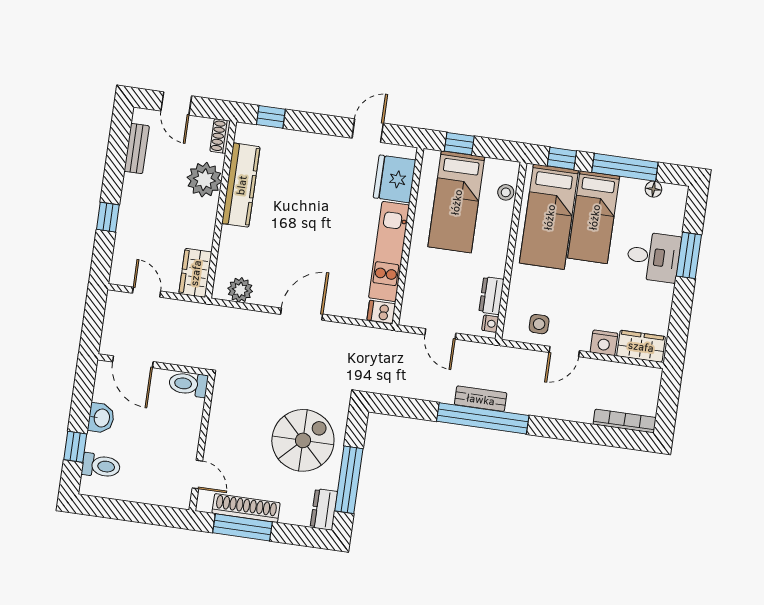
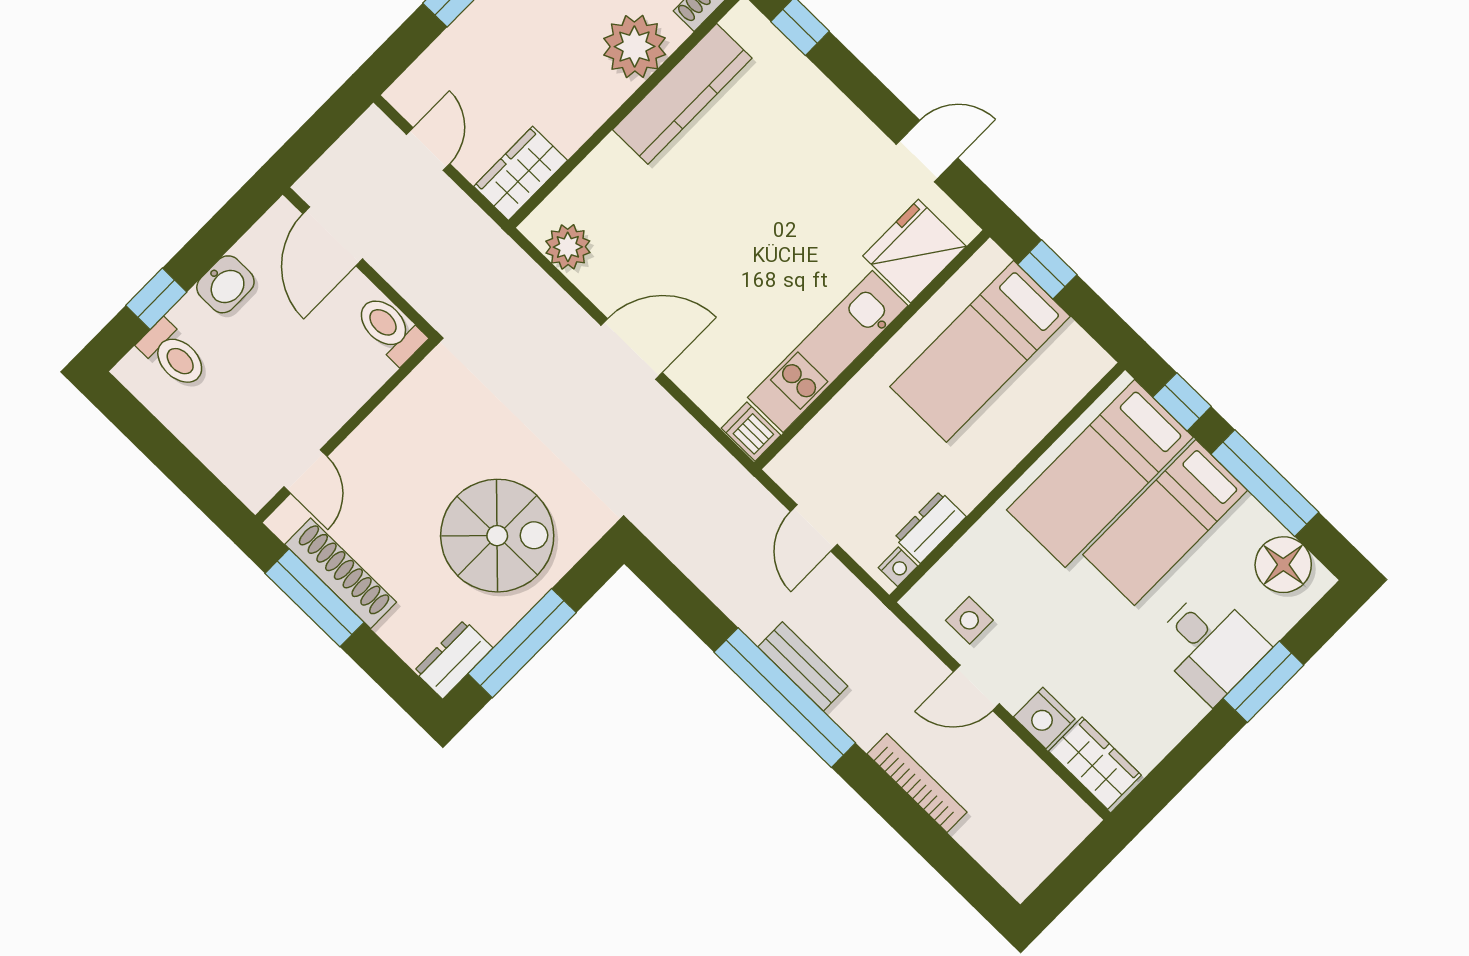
floor lamp: (653, 189) -> (1283, 565), width x1.89, depth x1.89
stool: (506, 192) -> (1063, 391), removed
bookcase: (625, 421) -> (917, 783), moved

